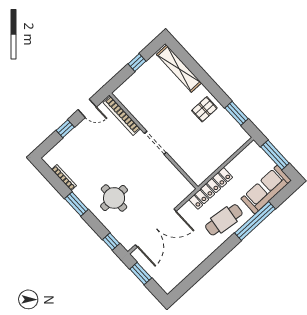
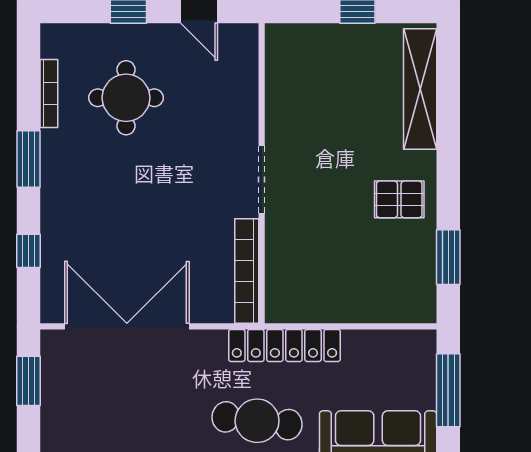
bookcase: (122, 116) -> (247, 271), moved
round table: (114, 198) -> (126, 98), moved
double door: (156, 228) -> (127, 326), swing flipped
window: (111, 242) -> (28, 251), moved

